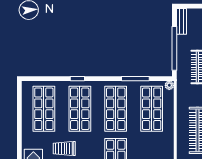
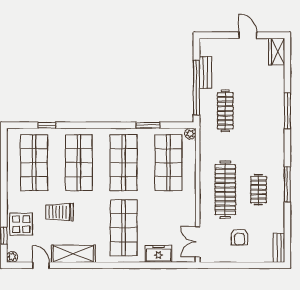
bench: (181, 21) -> (205, 73), moved
window: (77, 79) -> (47, 125), moved
window: (135, 79) -> (148, 125), width x0.69

